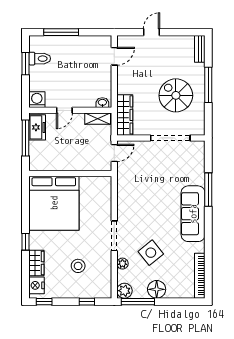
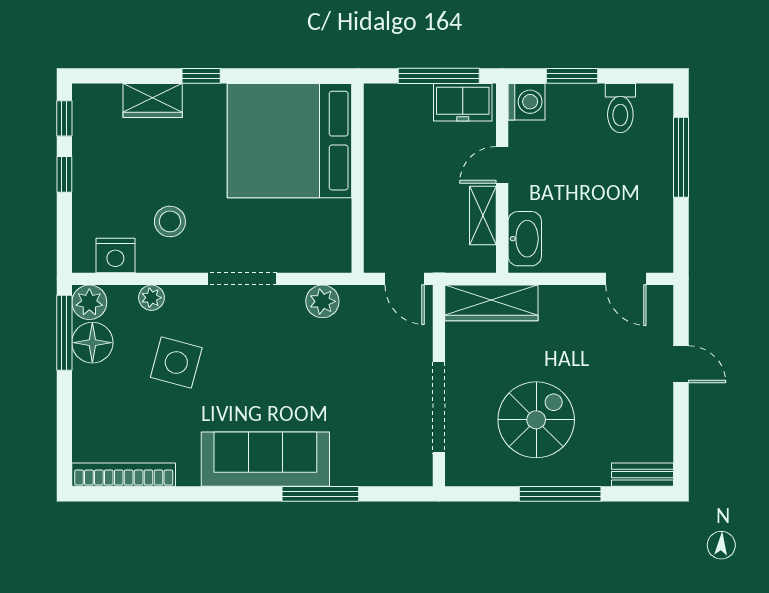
window: (26, 64) -> (572, 76), moved
washbasin: (102, 103) -> (525, 239), width x1.91, depth x1.45
door: (64, 110) -> (502, 165), hinge flipped
shelving: (98, 119) -> (483, 216), moved
plant: (124, 189) -> (322, 301), added
doorway: (114, 236) -> (242, 279), moved
side table: (151, 253) -> (176, 362), turned -36
stool: (78, 266) -> (170, 221), moved
nightstand: (36, 285) -> (115, 255), moved, turned 180
floor lamp: (157, 289) -> (92, 343), moved
window: (87, 302) -> (64, 174), moved

